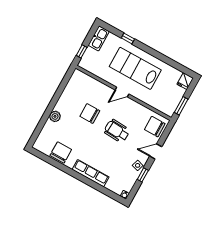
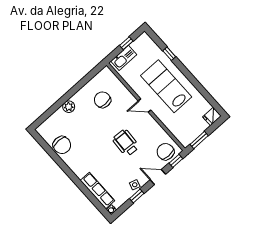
kitchen sink: (99, 38) -> (124, 58), moved
window: (82, 51) -> (126, 43), moved
chair: (90, 114) -> (102, 100), moved
window: (167, 132) -> (176, 161), added
chair: (61, 152) -> (62, 145), turned 90
row of seats: (91, 173) -> (97, 190), moved

